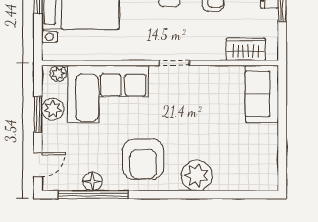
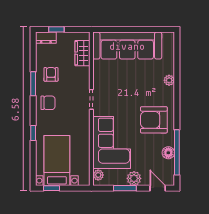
sofa: (262, 94) -> (127, 46), width x1.85, depth x1.27
plant: (53, 109) -> (134, 178), moved
armchair: (143, 159) -> (154, 120), turned 180
plant: (197, 175) -> (169, 80), width x0.53, depth x0.53

